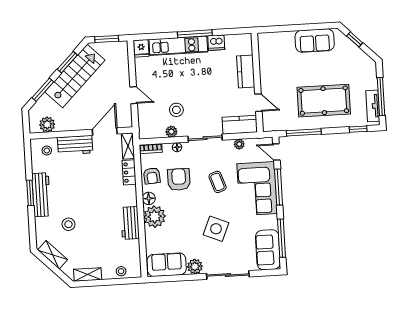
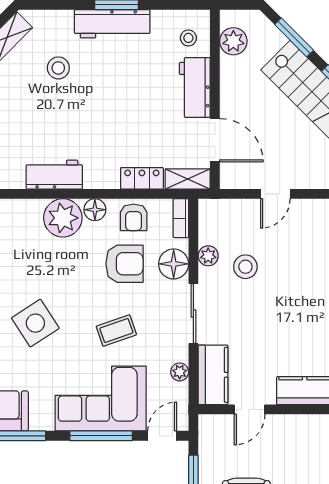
floor lamp: (177, 147) -> (174, 264), width x1.89, depth x1.89
armchair: (152, 176) -> (134, 217), turned -85
side table: (216, 229) -> (35, 323), turned 34

